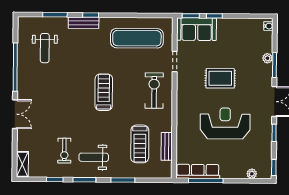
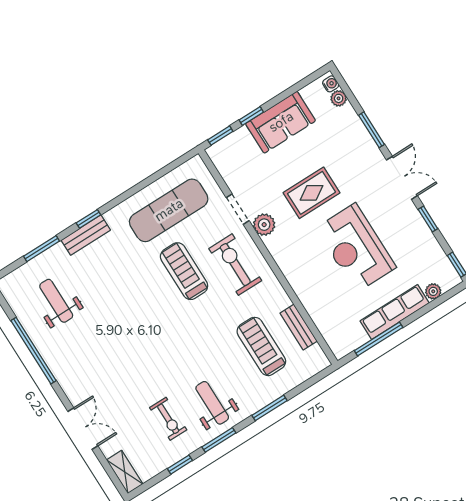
sofa: (197, 29) -> (281, 122), moved
weight bench: (45, 48) -> (56, 301), turned 180
plant: (267, 58) -> (339, 98), moved
plant: (184, 79) -> (264, 225), added
treadmill: (104, 92) -> (184, 271), moved
double door: (15, 114) -> (83, 429), moved
reception desk: (225, 123) -> (356, 248), turned -90
treadmill: (140, 144) -> (261, 346), turned 180
weight bench: (94, 157) -> (212, 403), turned 90
row of seats: (198, 171) -> (395, 312), moved

